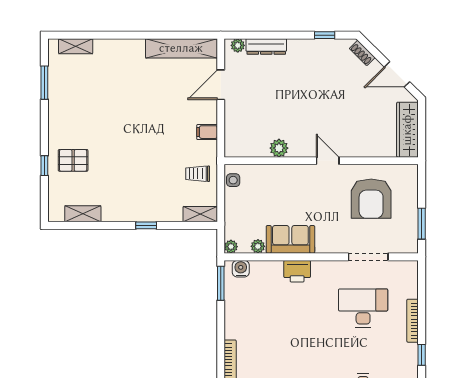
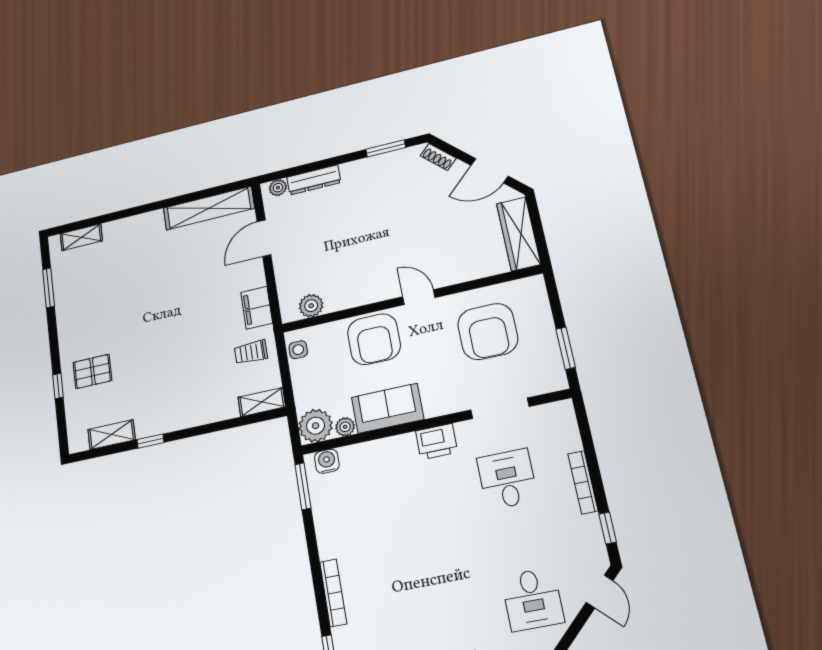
window: (325, 35) -> (386, 148), width x1.50
filing cabinet: (207, 132) -> (257, 308), width x2.00
plant: (279, 148) -> (311, 306), moved
armchair: (290, 185) -> (374, 339), added
window: (146, 225) -> (150, 441), moved
plant: (231, 247) -> (316, 426), width x1.87, depth x1.87
printer: (297, 271) -> (437, 442), moved
desk: (363, 308) -> (507, 479), width x0.73

